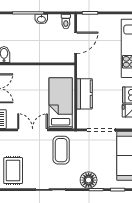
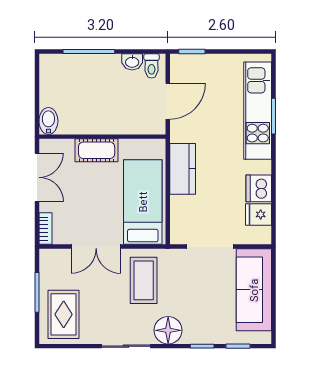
washbasin: (41, 19) -> (132, 62), moved
cot: (33, 72) -> (97, 150), added
kitchen counter: (84, 94) -> (183, 169), moved
double door: (33, 130) -> (96, 247), swing flipped
floor lamp: (89, 180) -> (168, 330), moved

